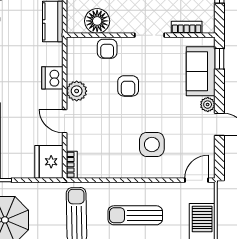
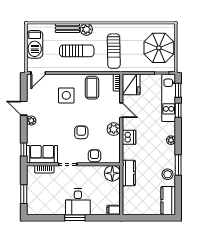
floor lamp: (97, 21) -> (112, 173), moved
sofa: (201, 71) -> (42, 154), moved, turned -90
coffee table: (111, 157) -> (92, 88), added

